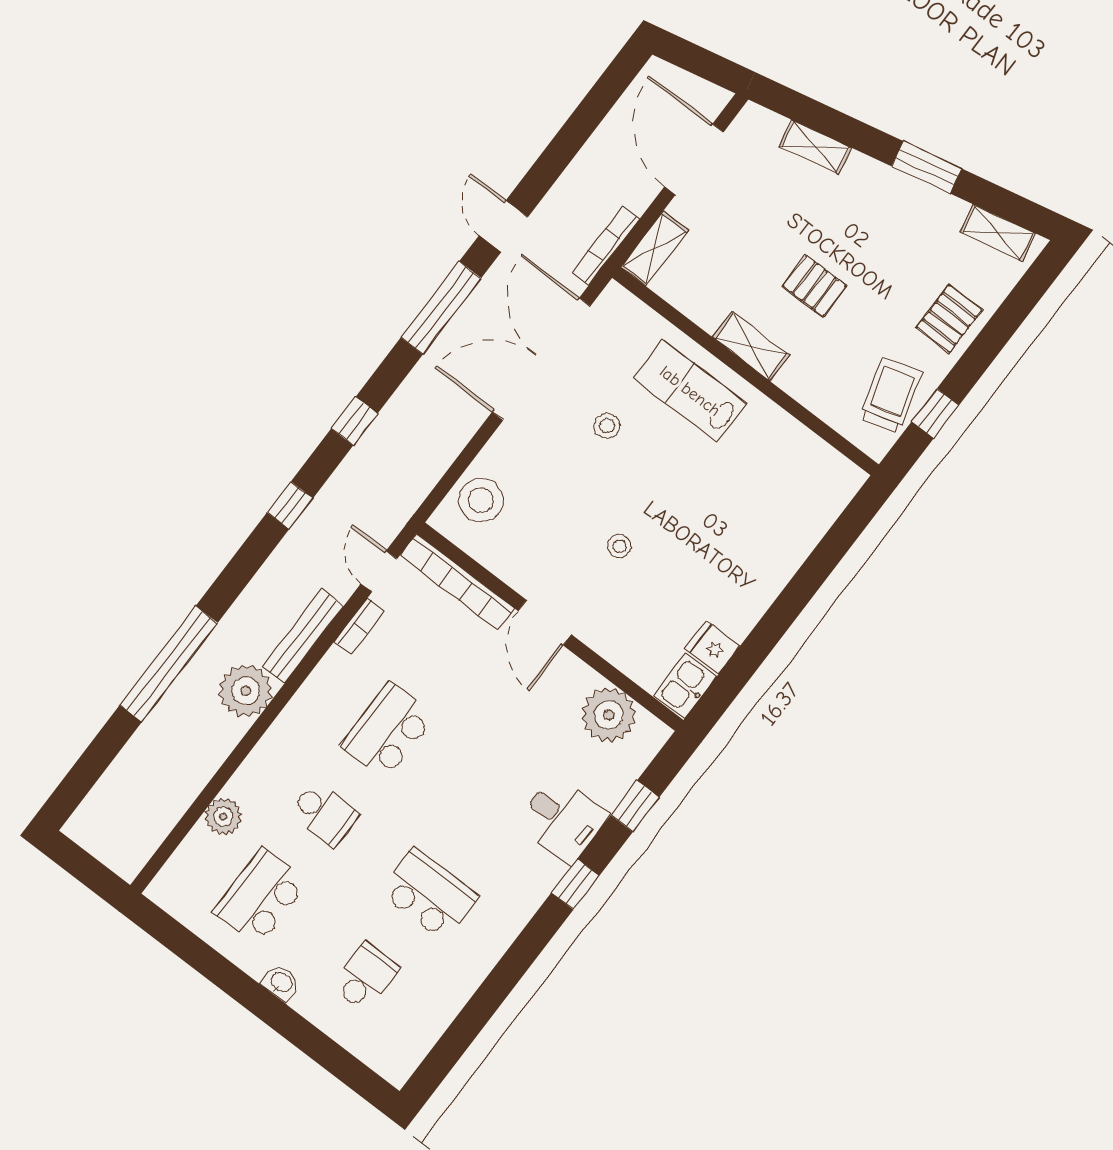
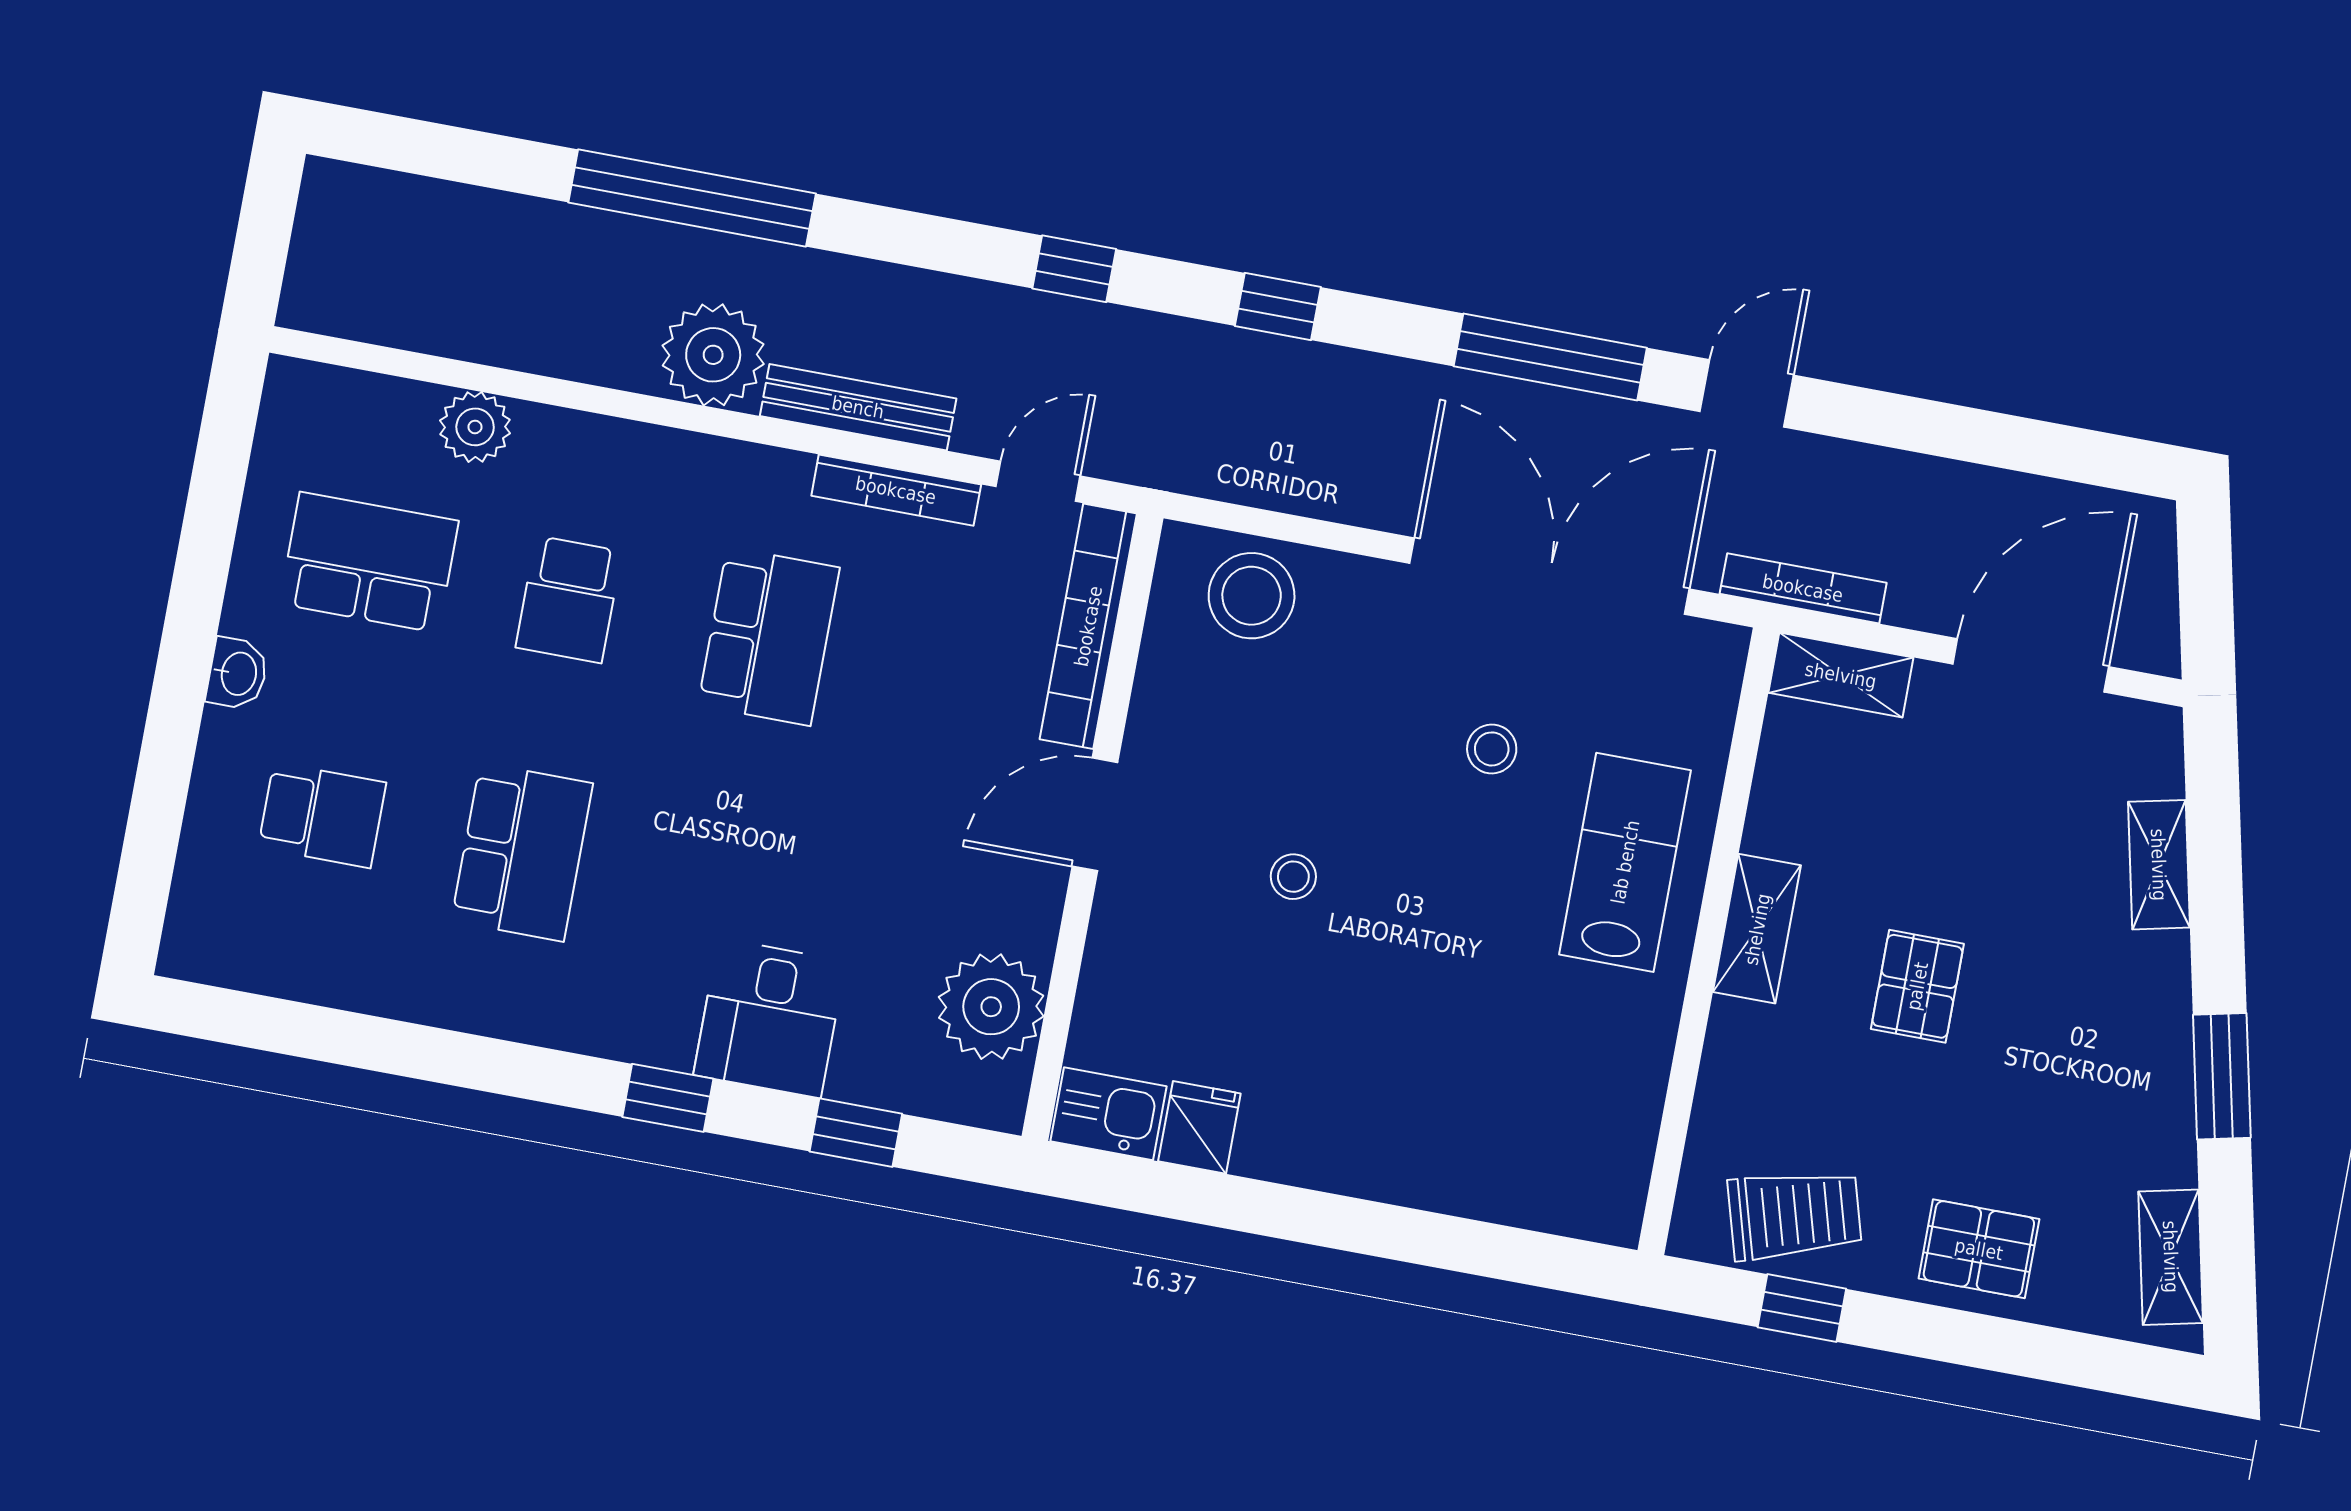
bookcase: (359, 626) -> (896, 490), width x1.56
school desk: (387, 731) -> (769, 636), turned 90

